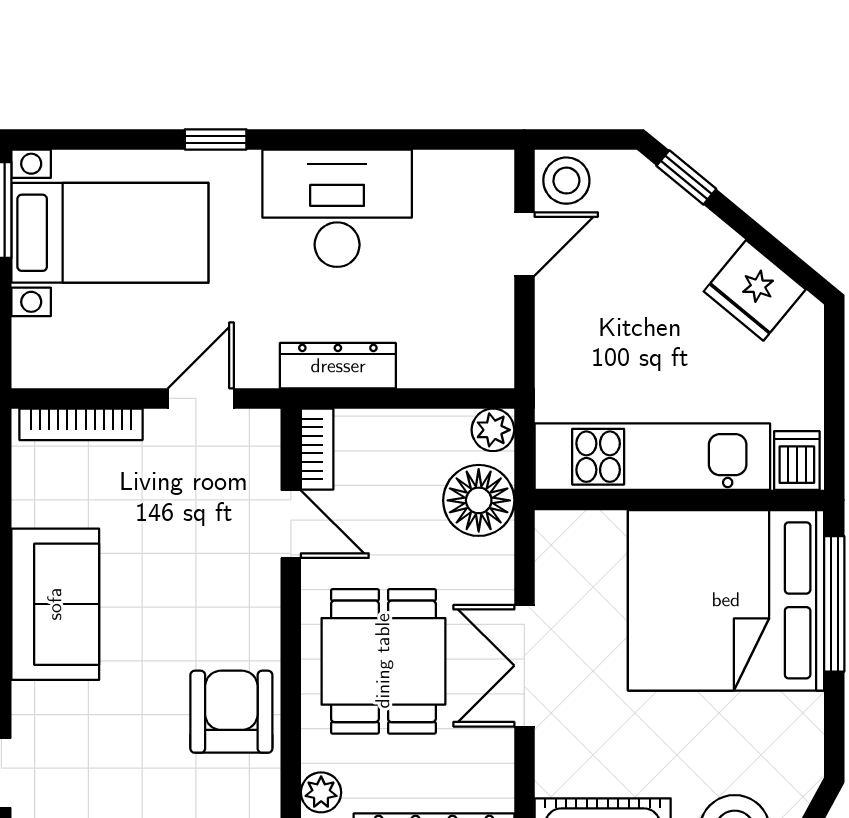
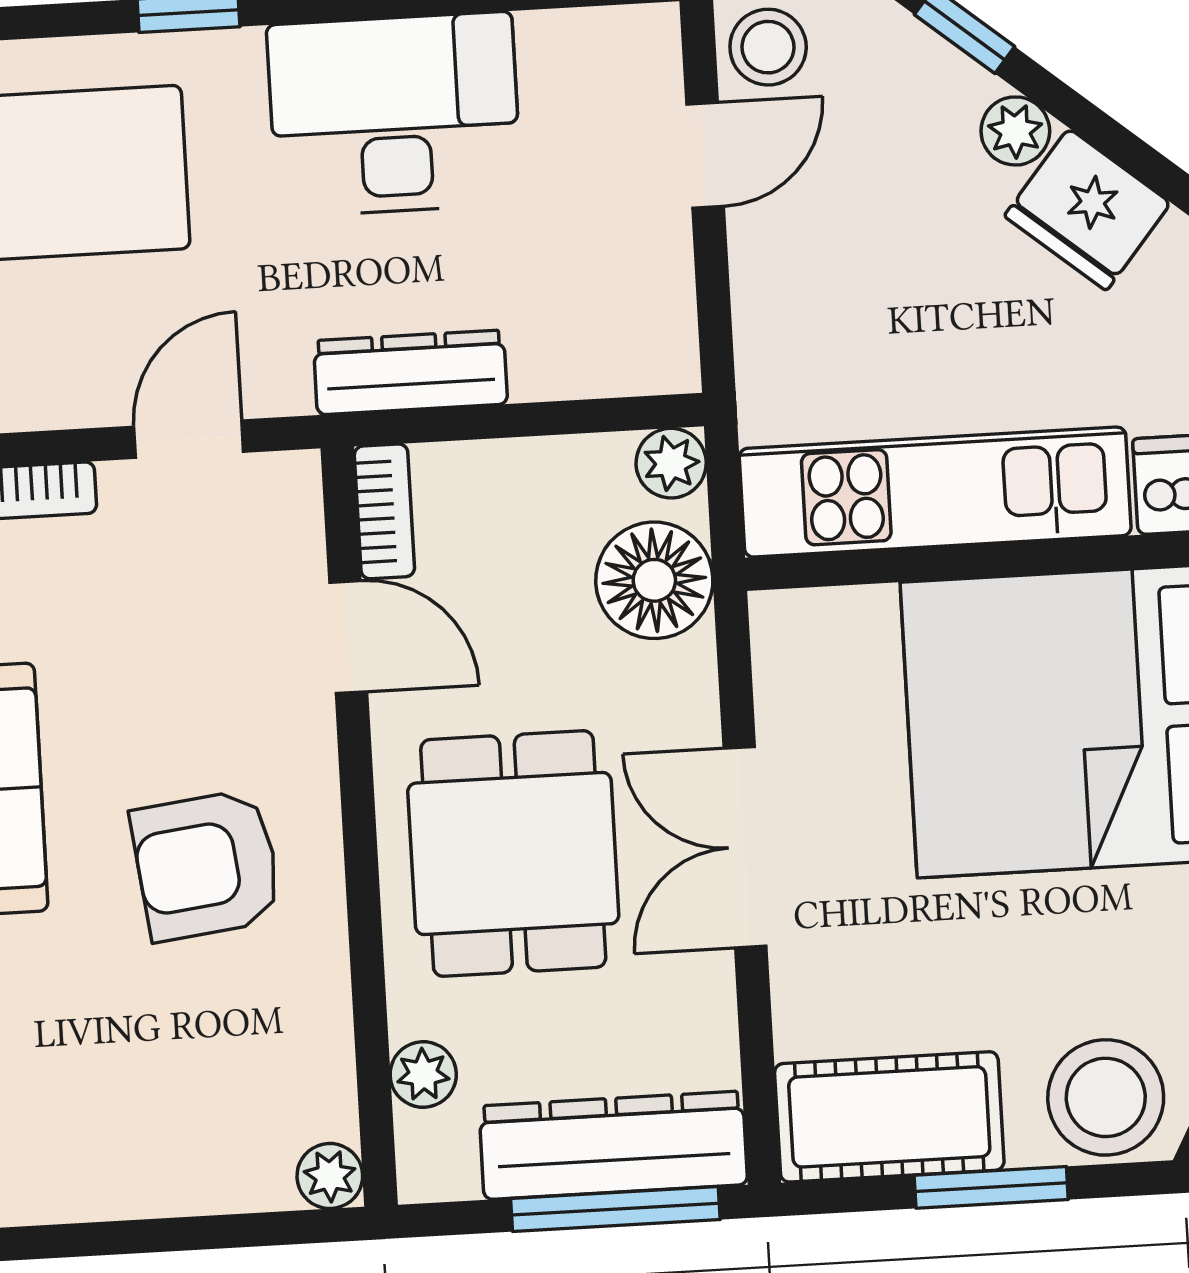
plant: (714, 240) -> (1015, 131), added
armchair: (231, 712) -> (207, 865), moved, turned -97

